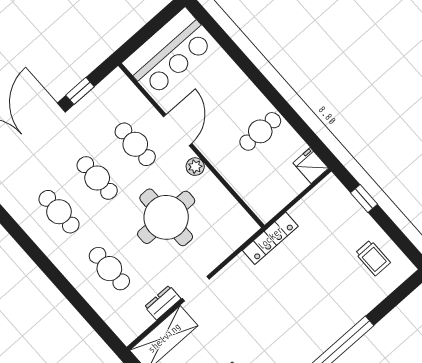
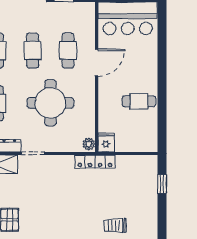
fridge: (311, 166) -> (106, 142), moved
plant: (195, 167) -> (89, 144), moved
trolley: (373, 258) -> (115, 225), moved, turned 90

